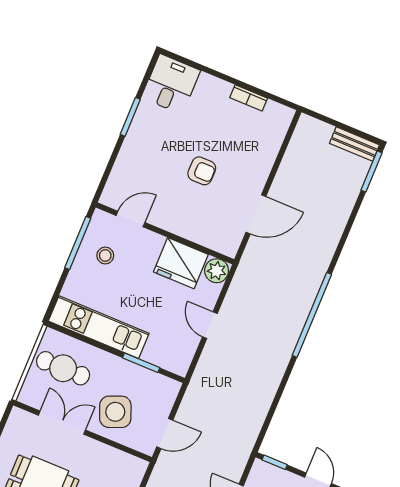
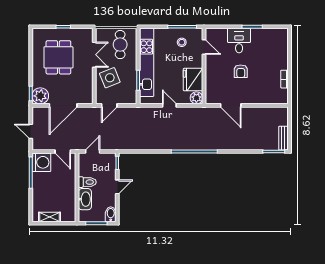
desk: (171, 84) -> (239, 41), moved, turned -90
door: (210, 325) -> (169, 105), hinge flipped
kitchen unit: (99, 327) -> (147, 62), width x1.36
door: (165, 433) -> (109, 105), hinge flipped

